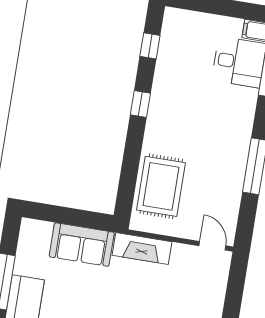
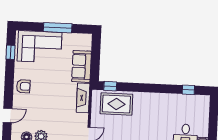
window: (140, 104) -> (110, 86), moved

